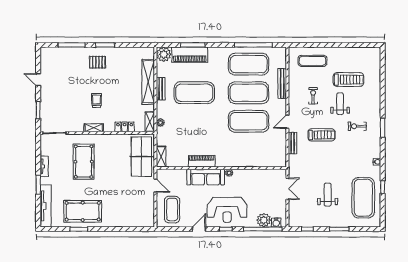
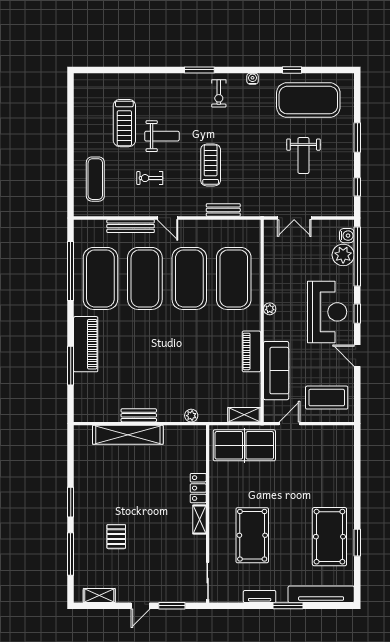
plant: (164, 54) -> (85, 411), removed
piano: (190, 55) -> (86, 344), moved
pallet: (97, 62) -> (116, 537), moved
door: (38, 80) -> (141, 606), moved
treadmill: (348, 80) -> (124, 123), turned 180
exercise mat: (194, 93) -> (234, 278), moved
trolley: (96, 101) -> (157, 515), removed
weight bench: (340, 104) -> (162, 136), turned 180
shelving: (150, 122) -> (99, 596), moved
door: (287, 122) -> (168, 218), moved
exercise bike: (357, 126) -> (219, 93), moved
locker: (125, 127) -> (198, 488), moved
pool table: (84, 162) -> (252, 535), turned 90
sofa: (206, 177) -> (276, 371), moved
double door: (287, 189) -> (294, 218), swing flipped
weight bench: (328, 195) -> (303, 155), turned -90

